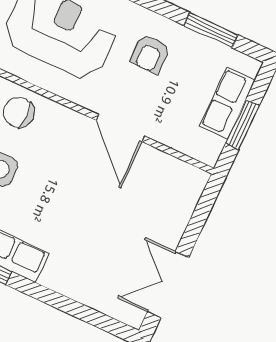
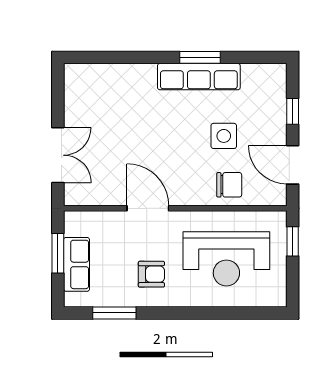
armchair: (150, 54) -> (151, 274), turned 89
double door: (168, 285) -> (58, 155), moved

